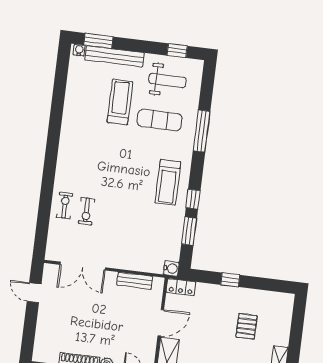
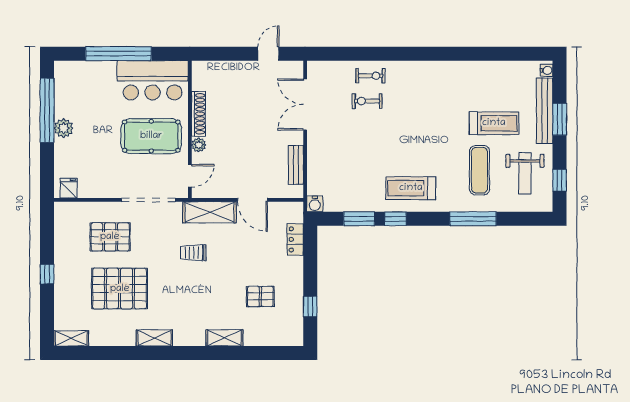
window: (98, 41) -> (560, 119), moved
window: (230, 280) -> (310, 307), moved
locker: (181, 287) -> (295, 239), moved

